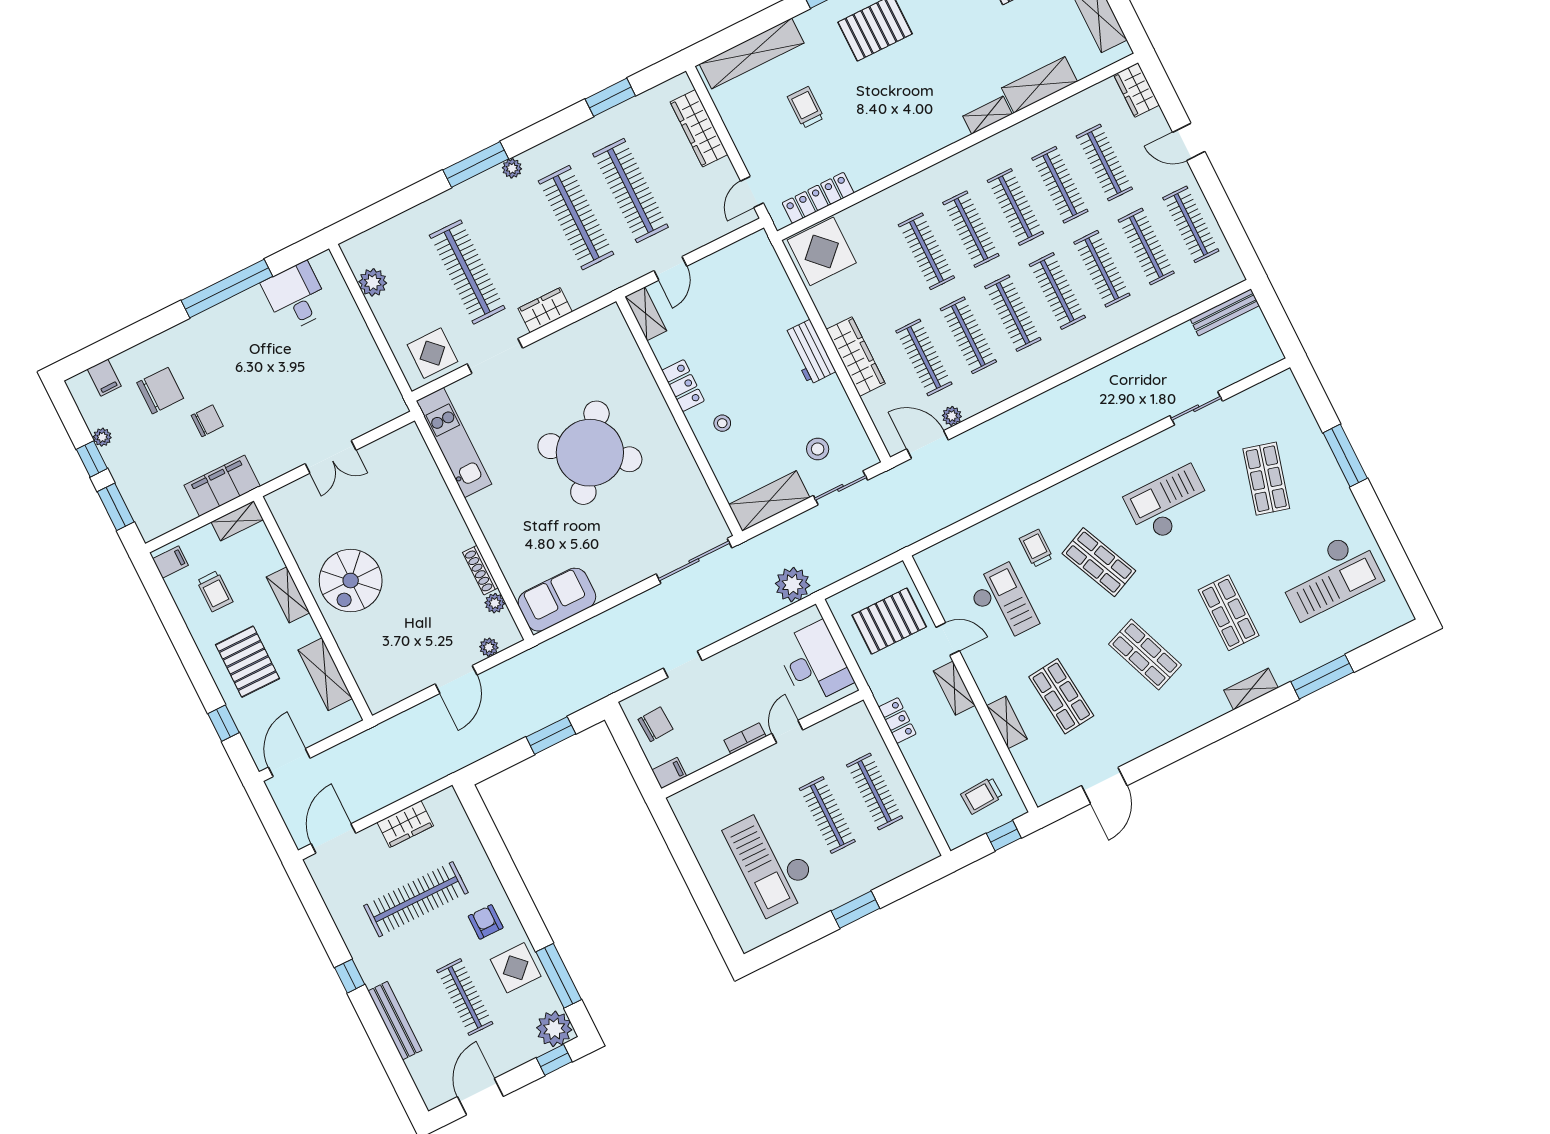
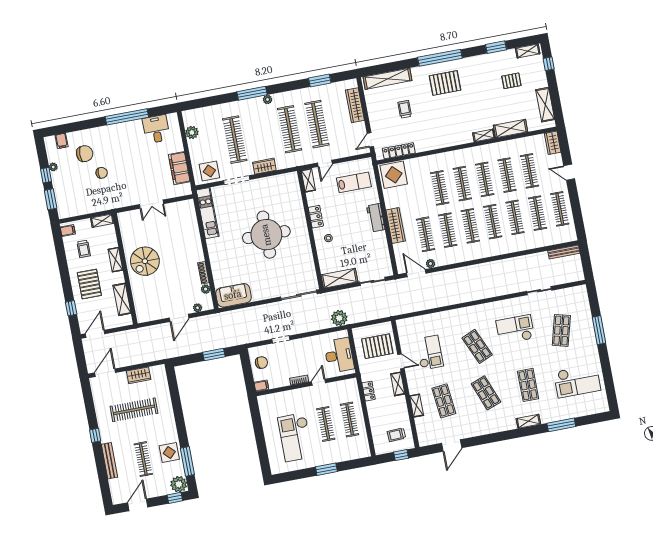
lab bench: (743, 291) -> (354, 182), added
stool: (818, 449) -> (367, 261), removed
round table: (590, 453) -> (266, 235), turned -36
filing cabinet: (222, 486) -> (179, 168), moved, turned -90
trolley: (1036, 548) -> (451, 332), removed
armchair: (486, 922) -> (162, 429), removed

